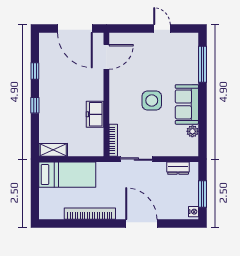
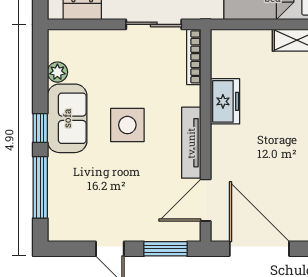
window: (130, 29) -> (165, 249), added
tv unit: (115, 90) -> (191, 143), added
window: (202, 99) -> (40, 128), added

